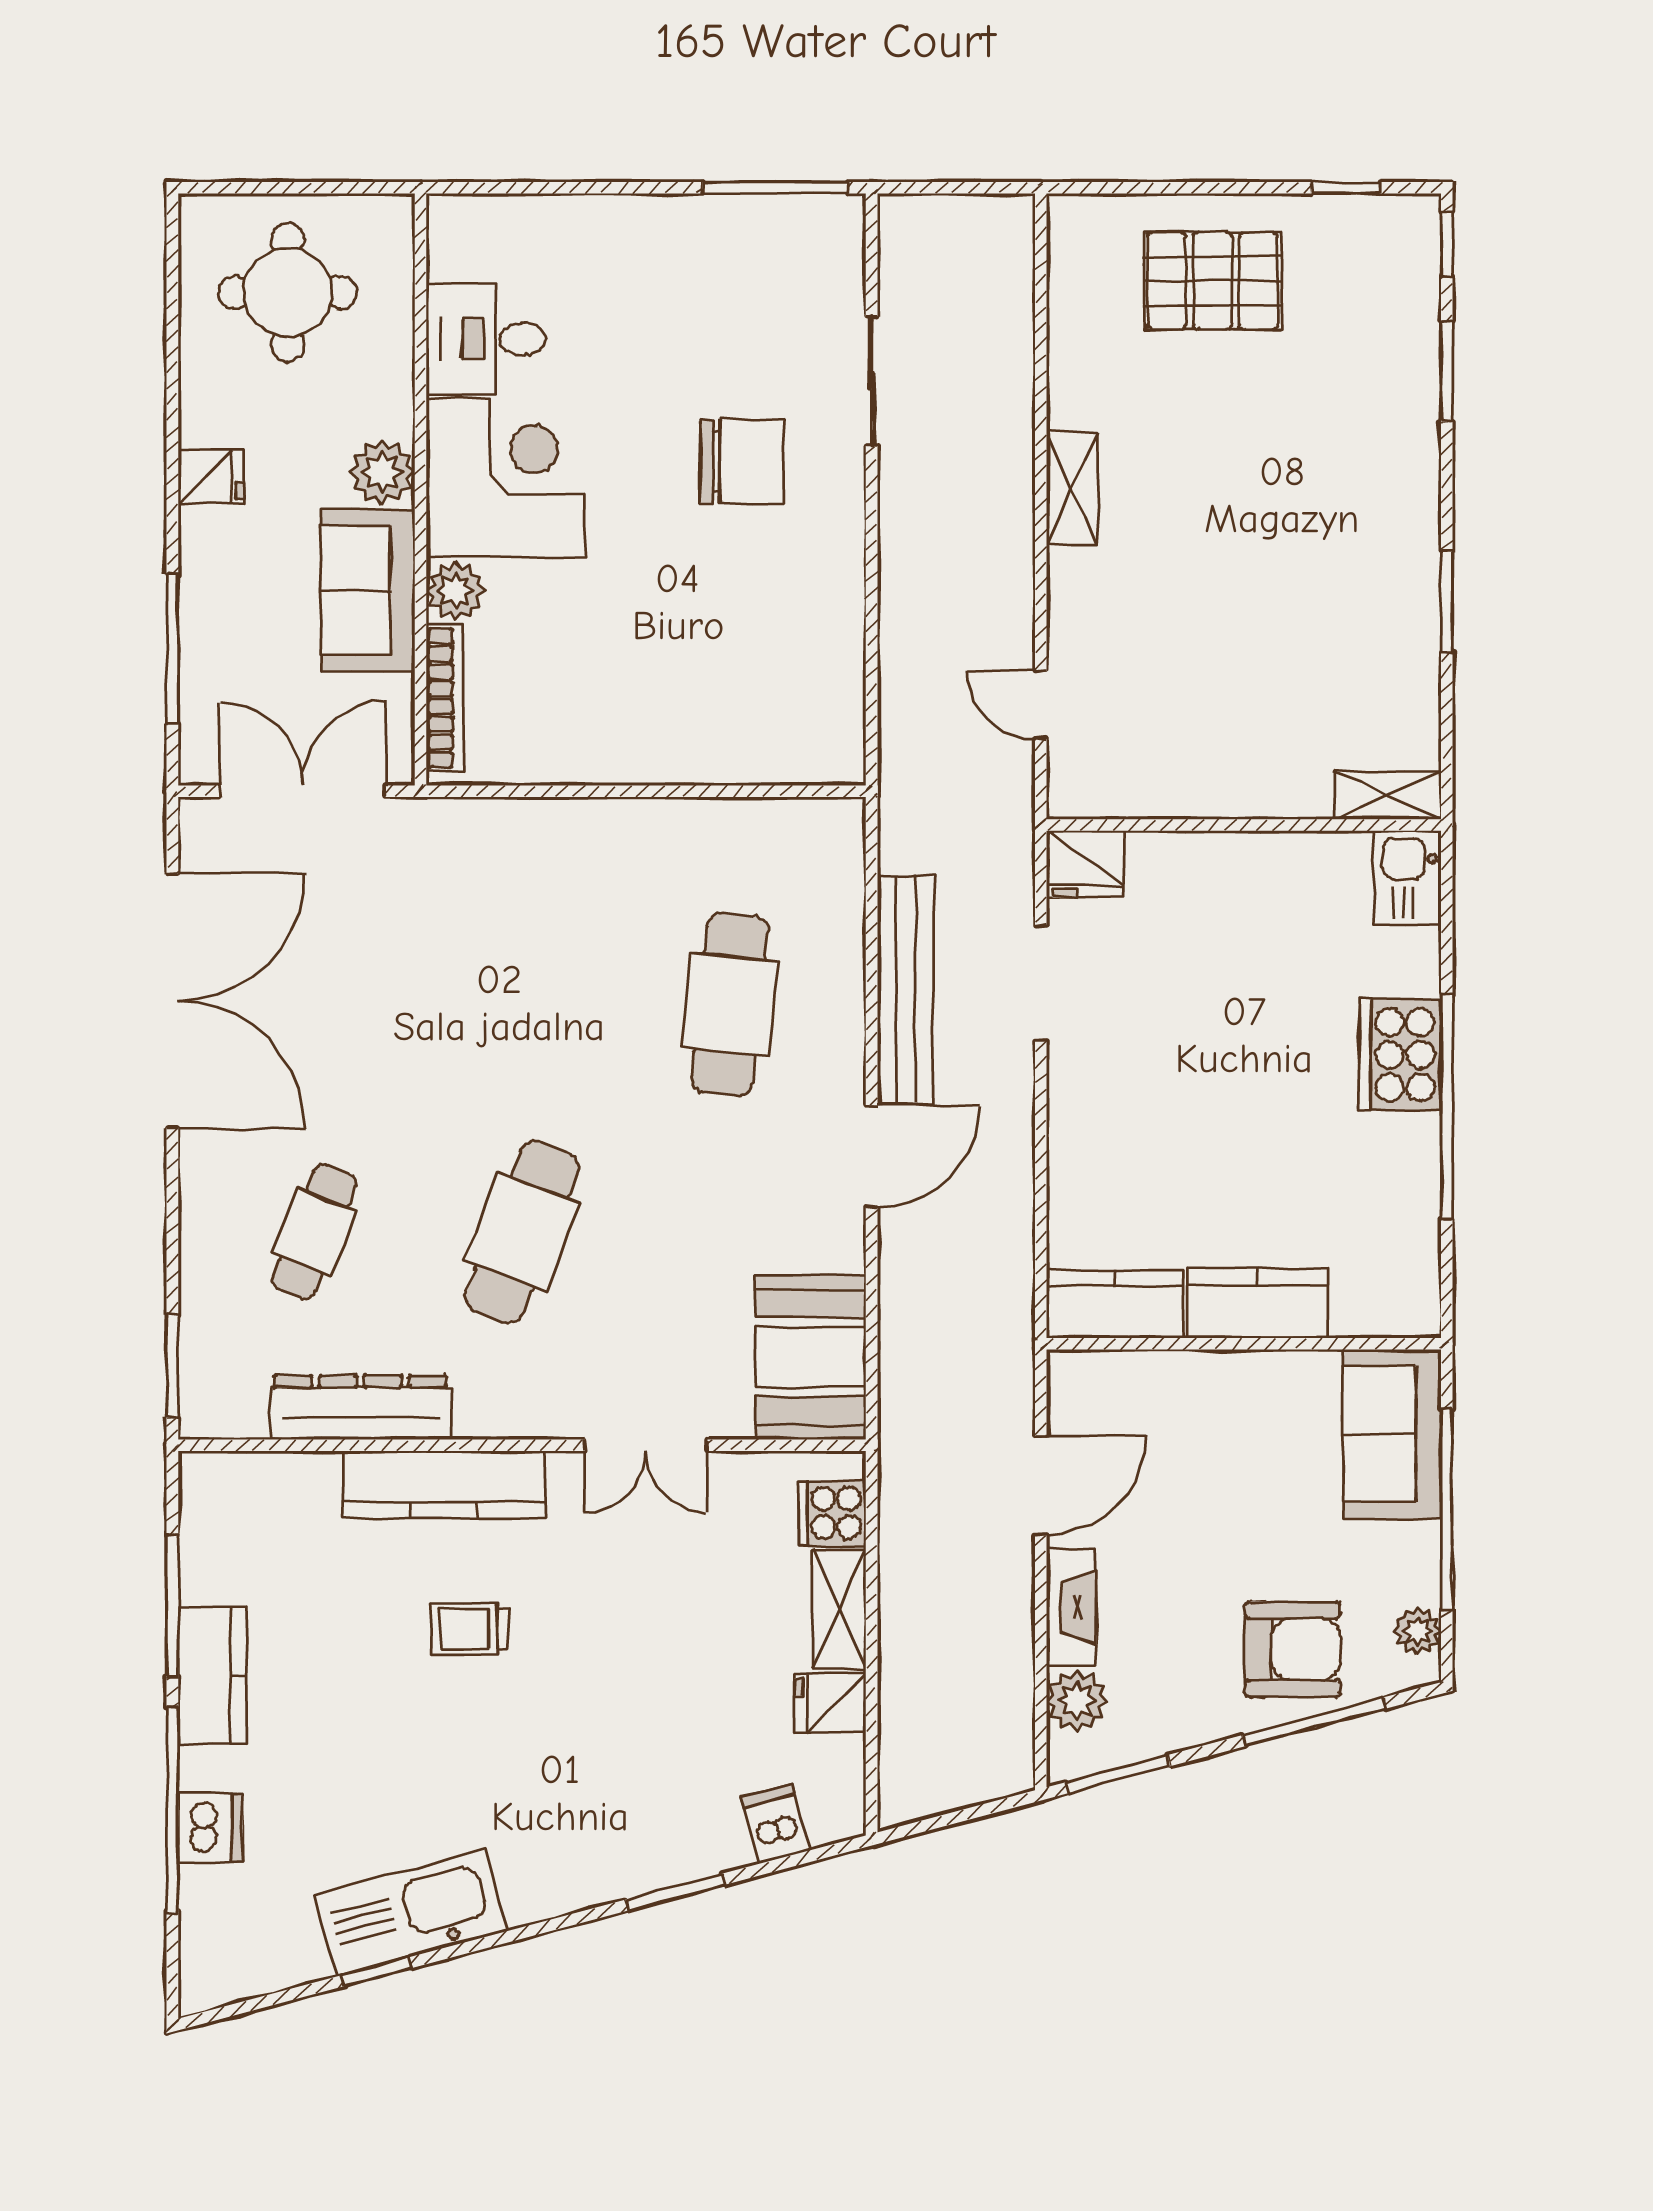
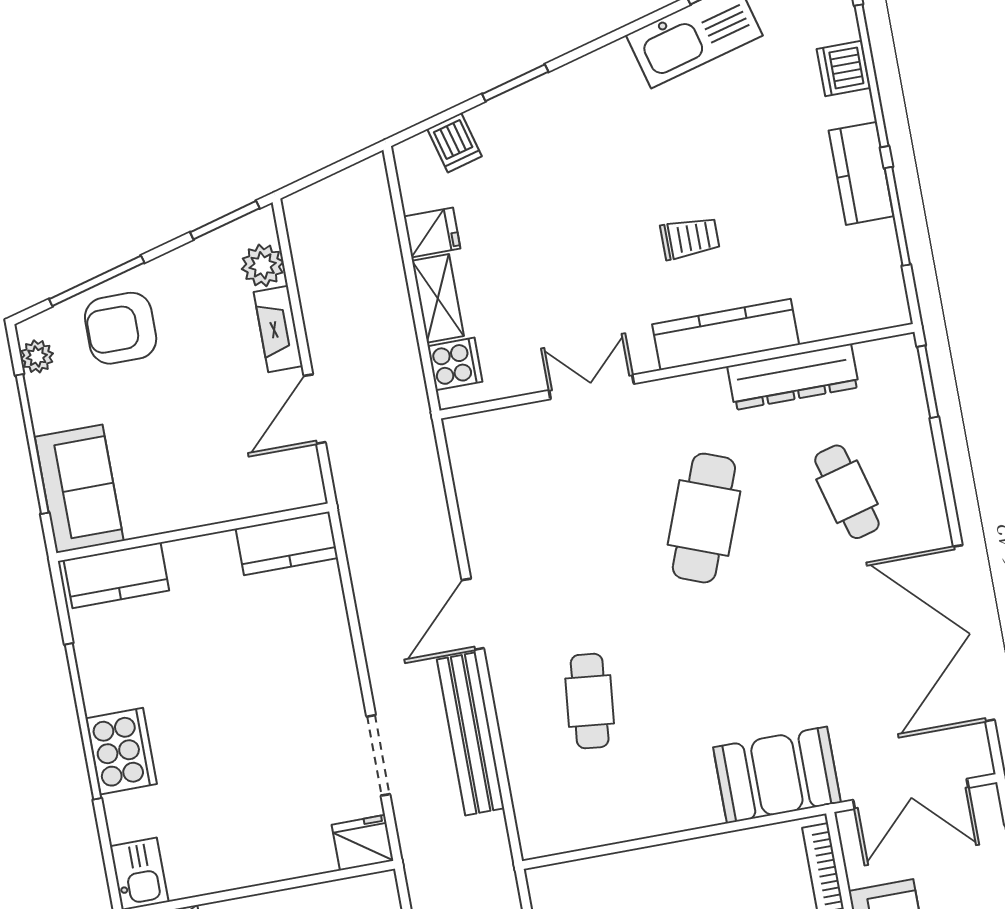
cafe table: (730, 1004) -> (590, 701), width x0.73, depth x0.74
cafe table: (314, 1232) -> (847, 492), turned -36
kitchen counter: (1257, 1303) -> (116, 575), moved
booth: (811, 1357) -> (777, 775), moved, turned 90

